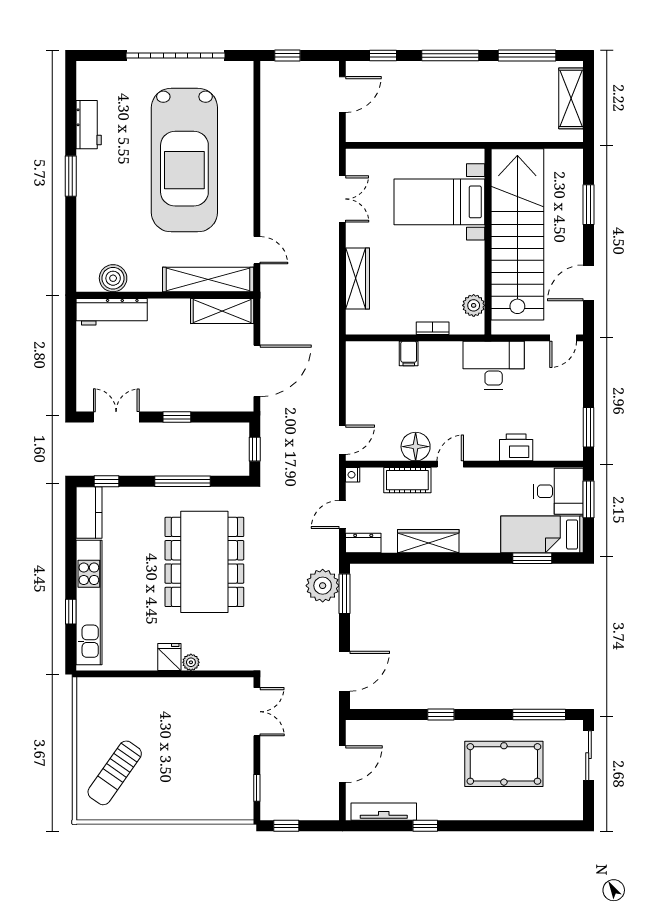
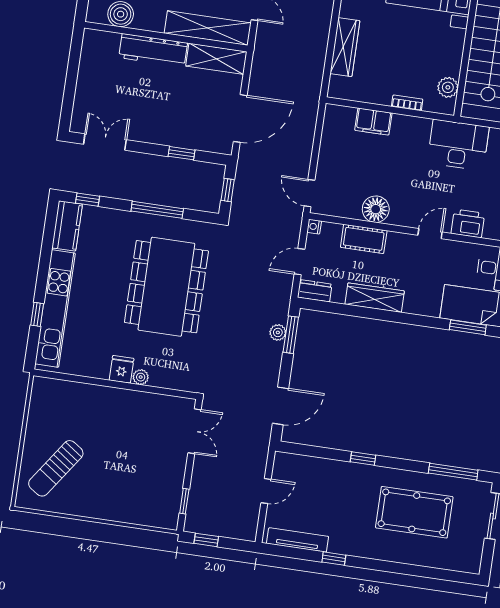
workbench: (112, 312) -> (153, 50), moved
filing cabinet: (409, 353) -> (373, 122), width x2.00
window: (177, 417) -> (182, 153), moved
door: (342, 440) -> (309, 193), swing flipped
door: (450, 464) -> (430, 234), moved
plant: (323, 586) -> (278, 332), width x0.53, depth x0.53
door: (342, 764) -> (266, 491), width x0.73

